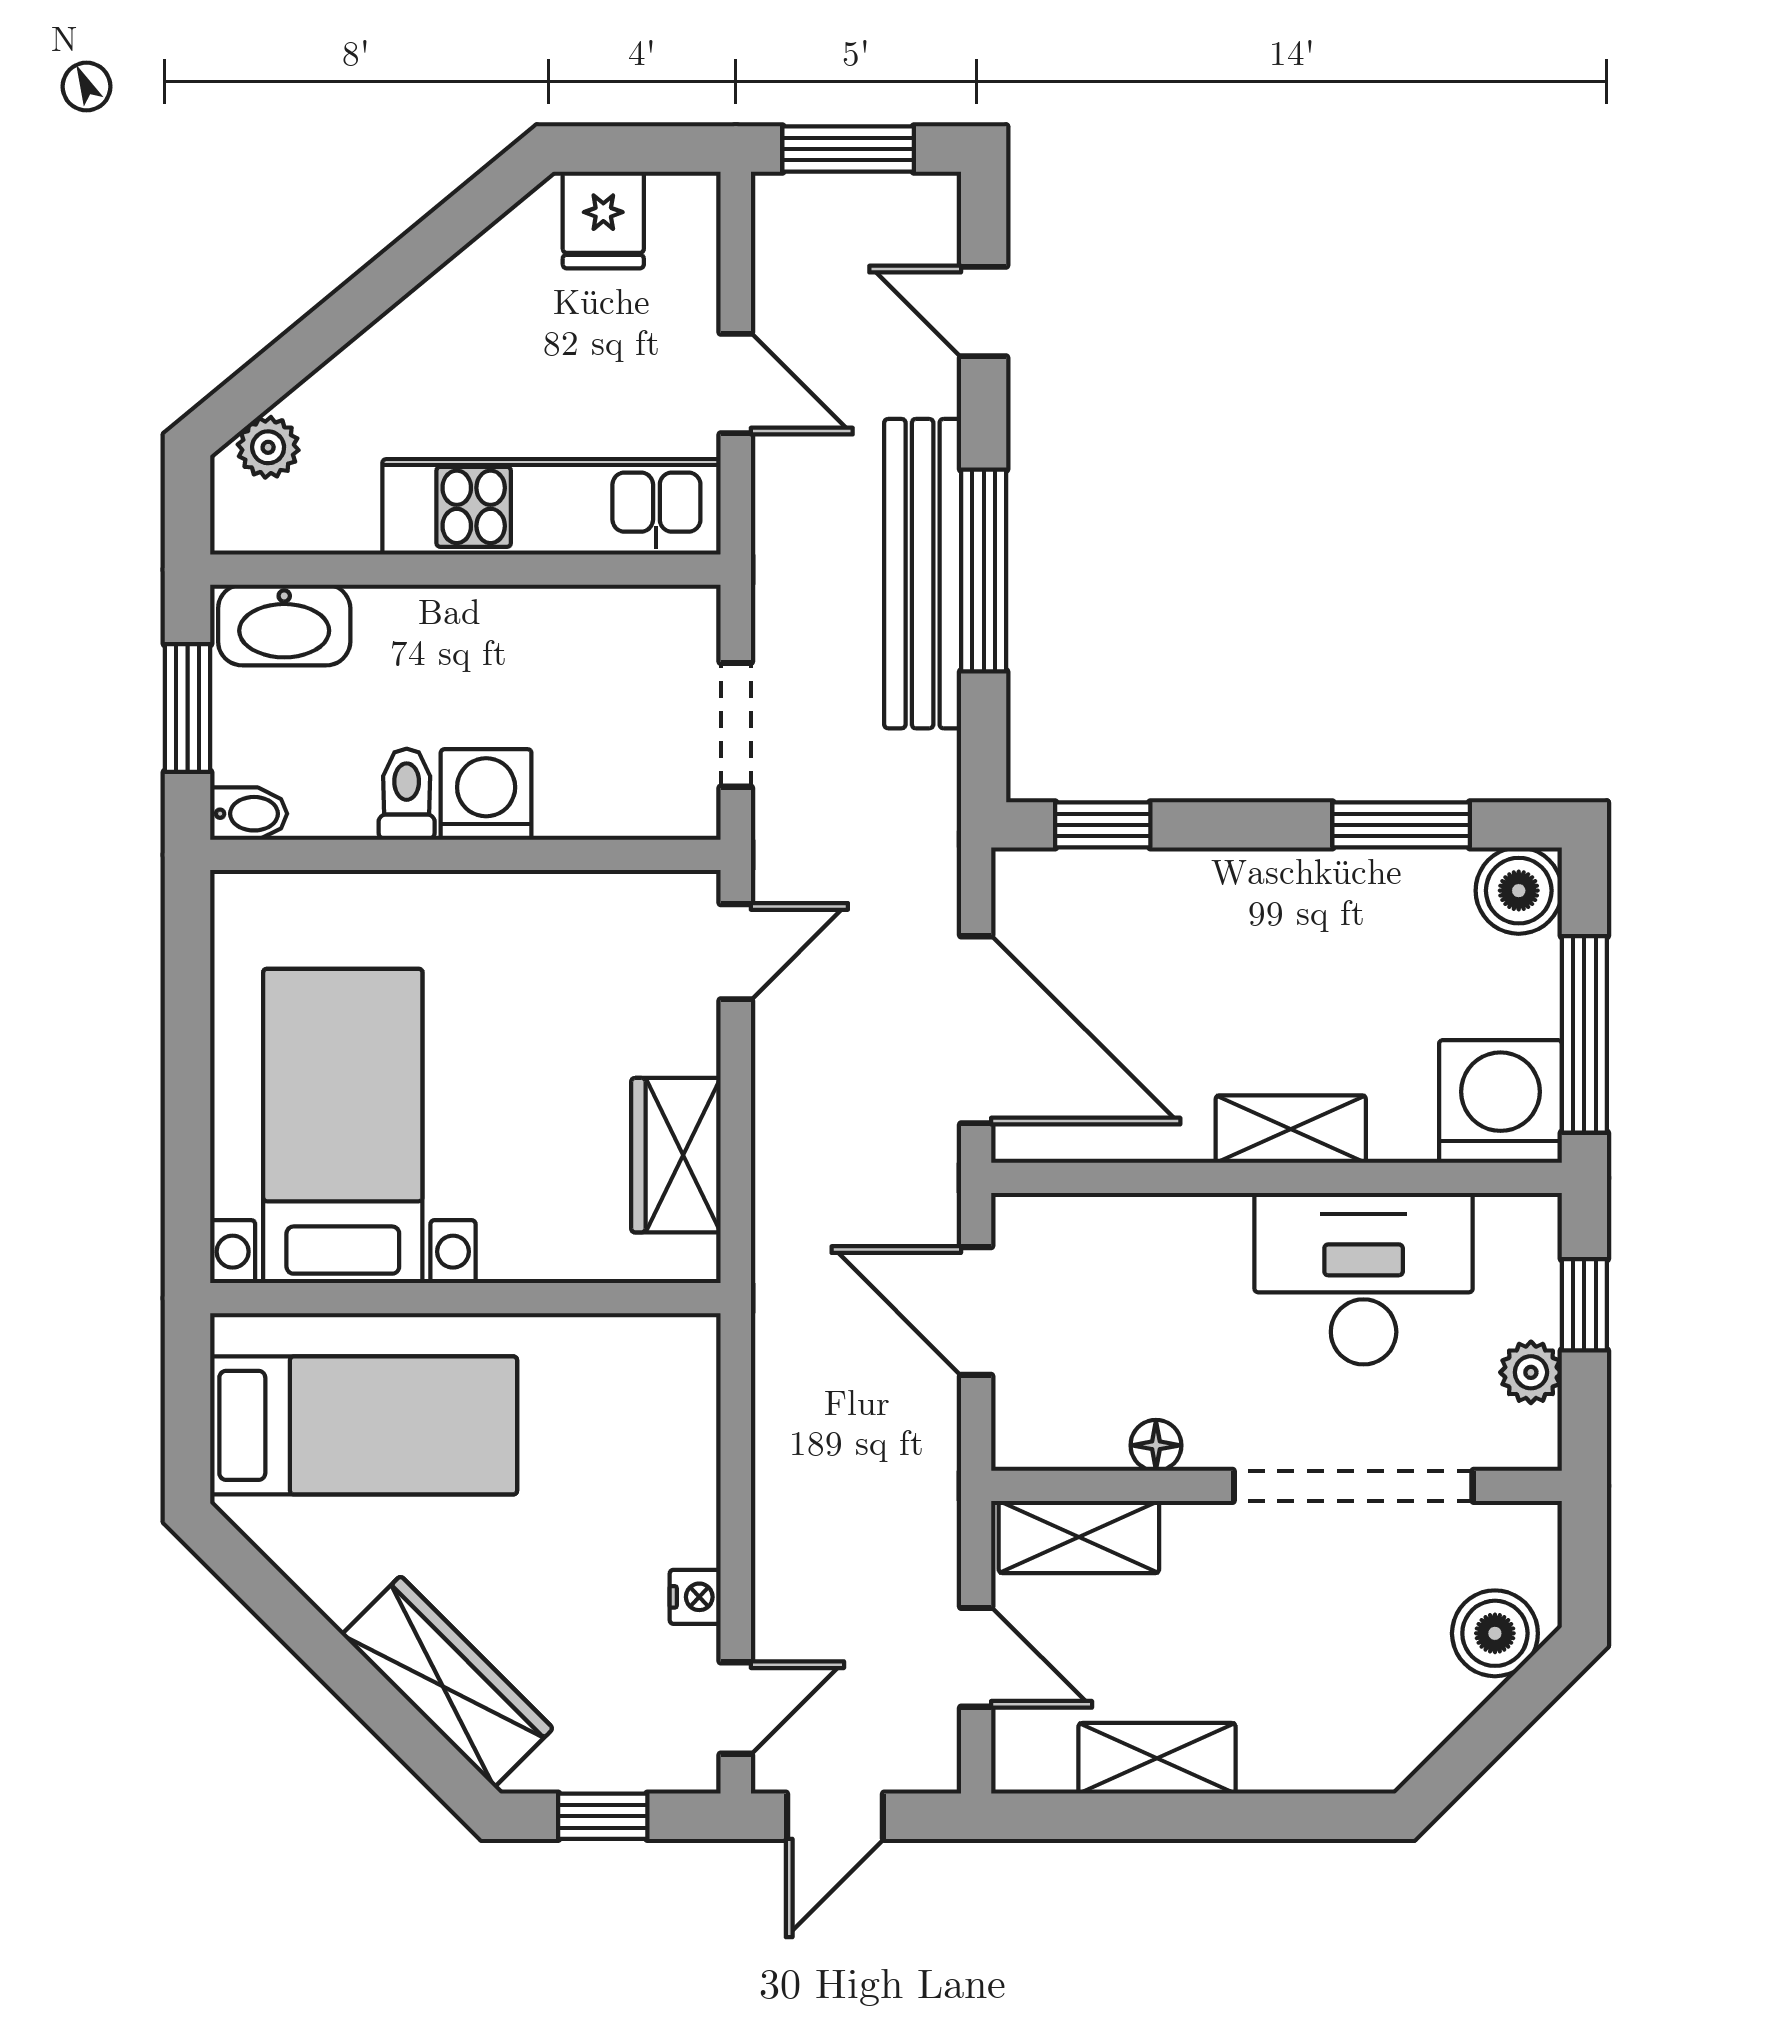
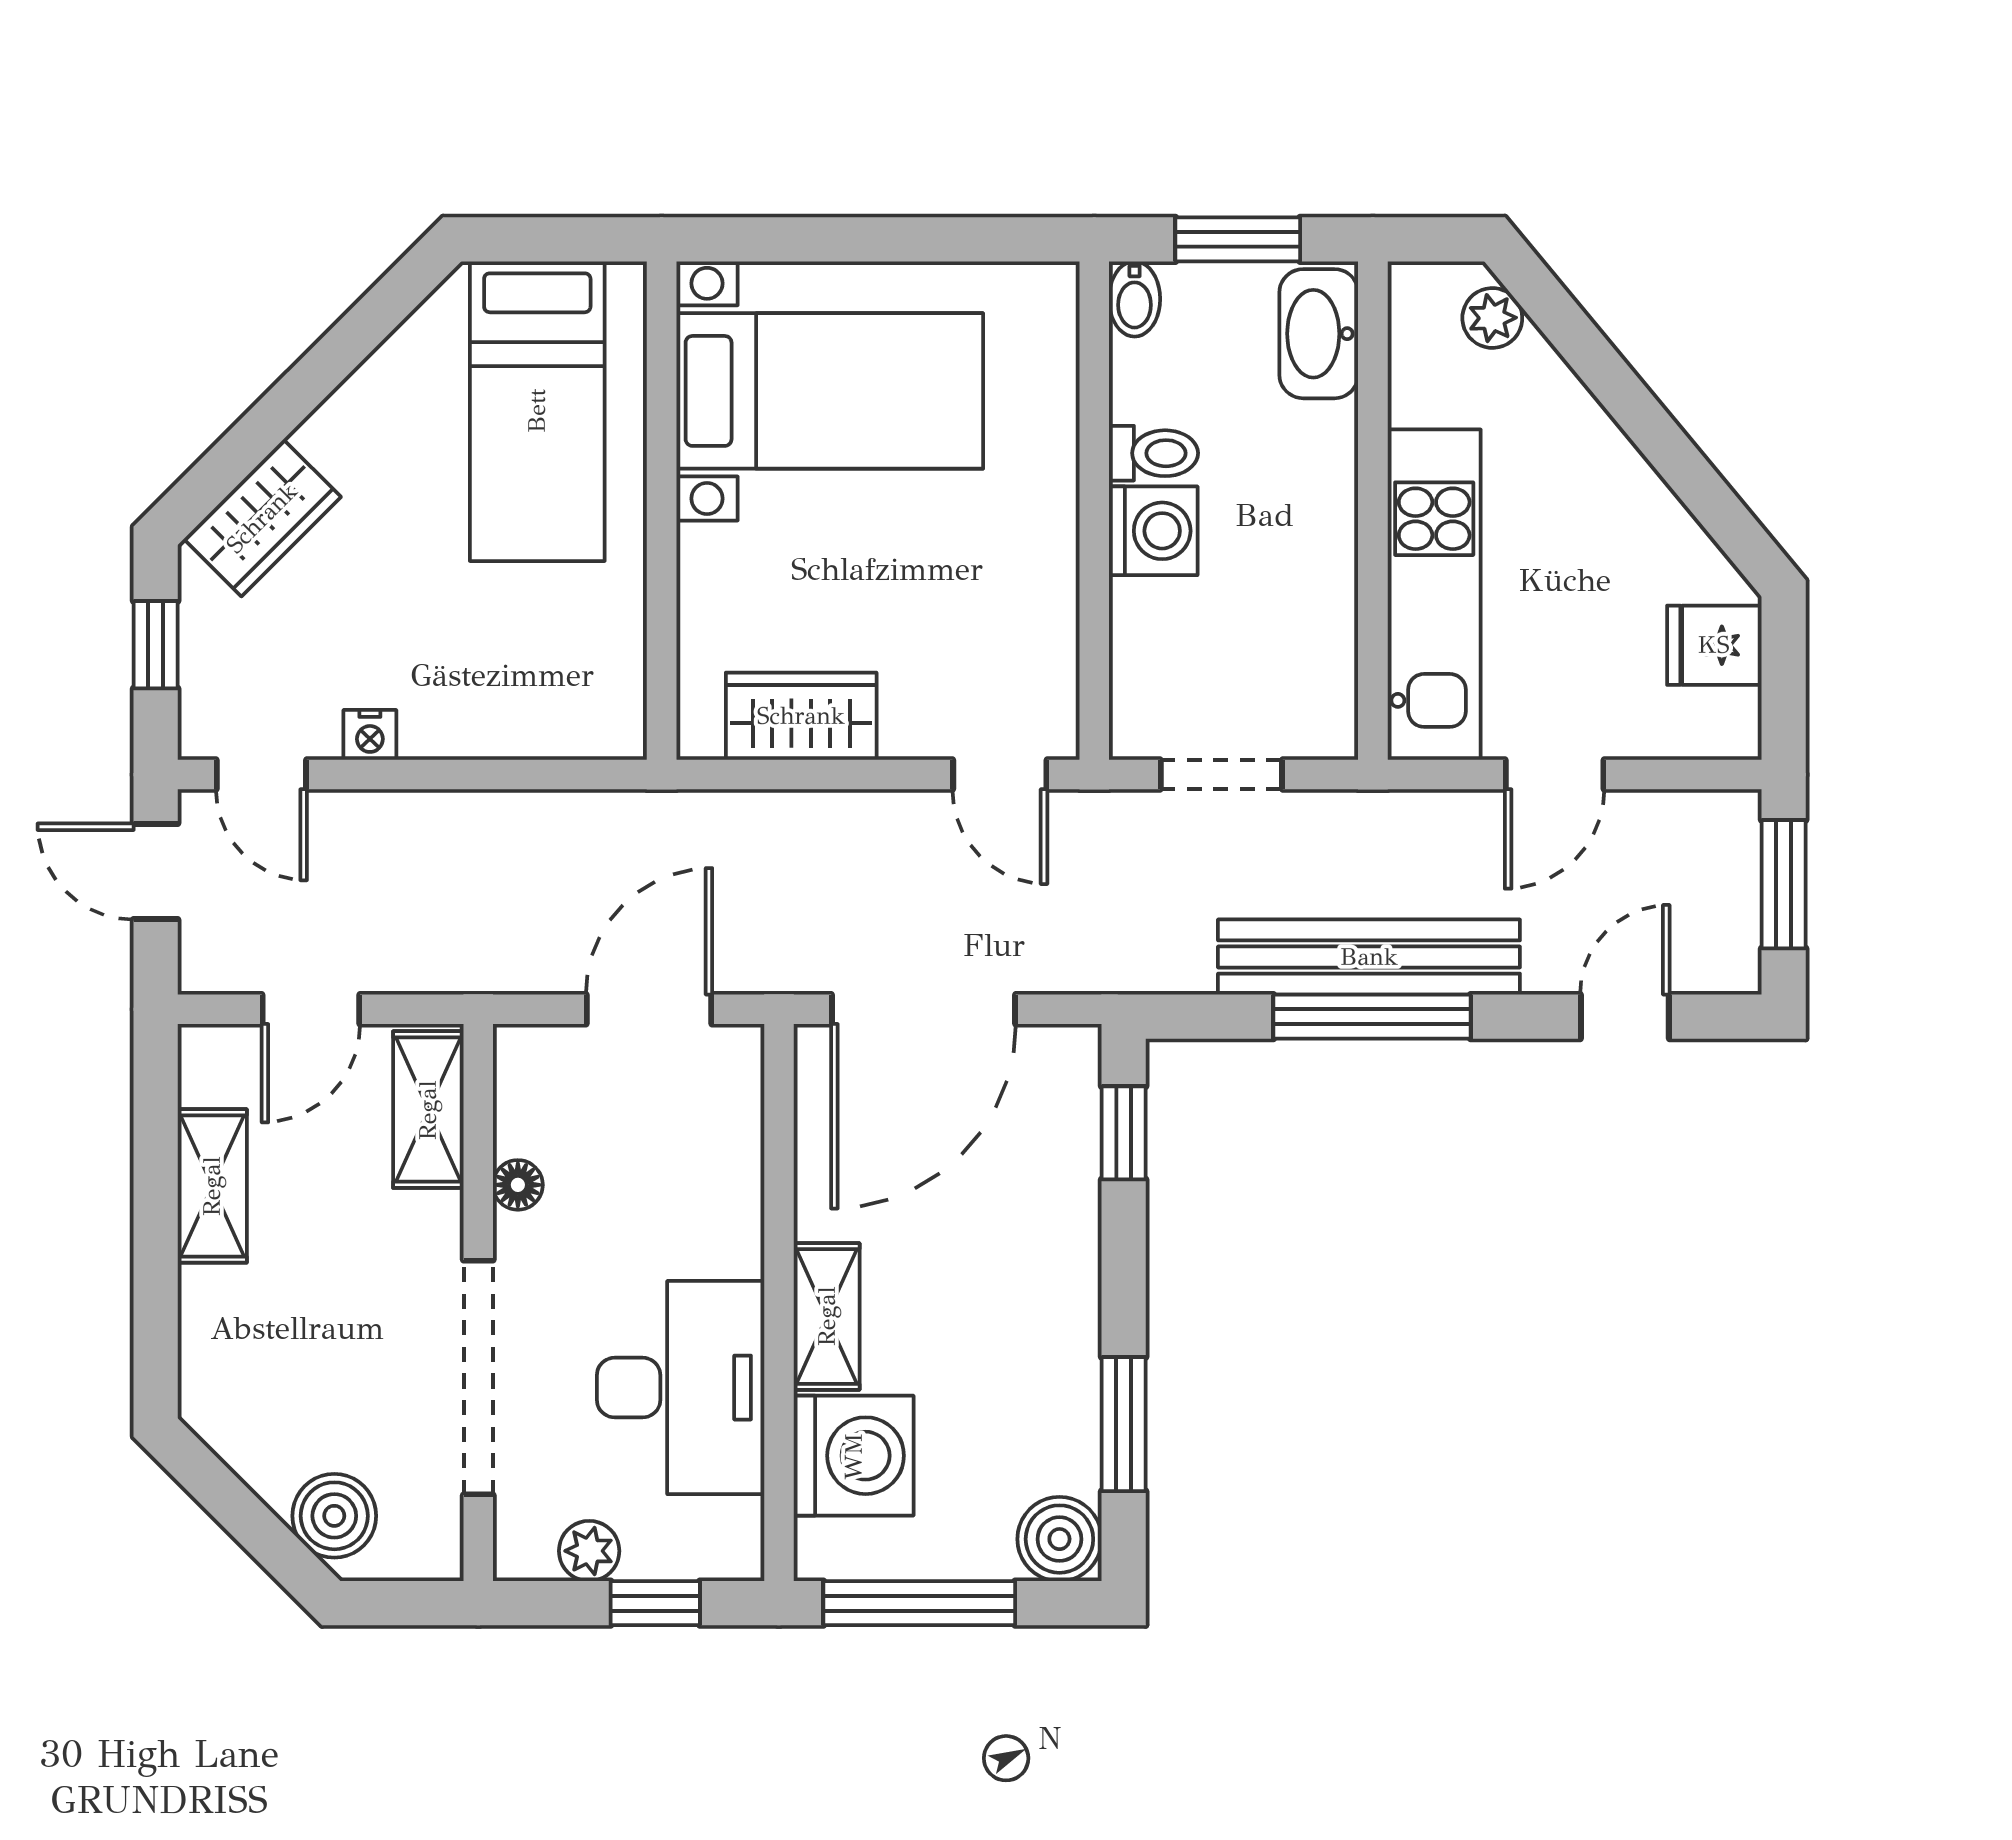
washing machine: (1500, 1101) -> (854, 1456), moved
wardrobe: (447, 1681) -> (262, 518), width x0.67

